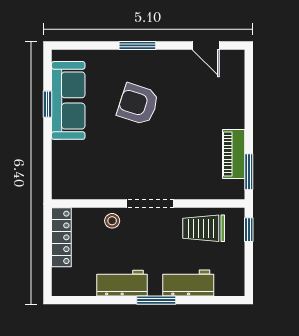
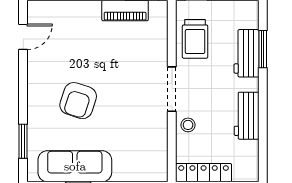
window: (137, 45) -> (23, 141), moved
window: (156, 300) -> (263, 49), moved

